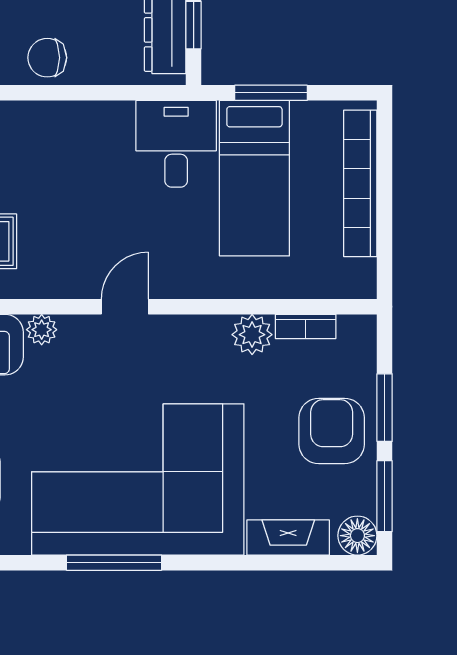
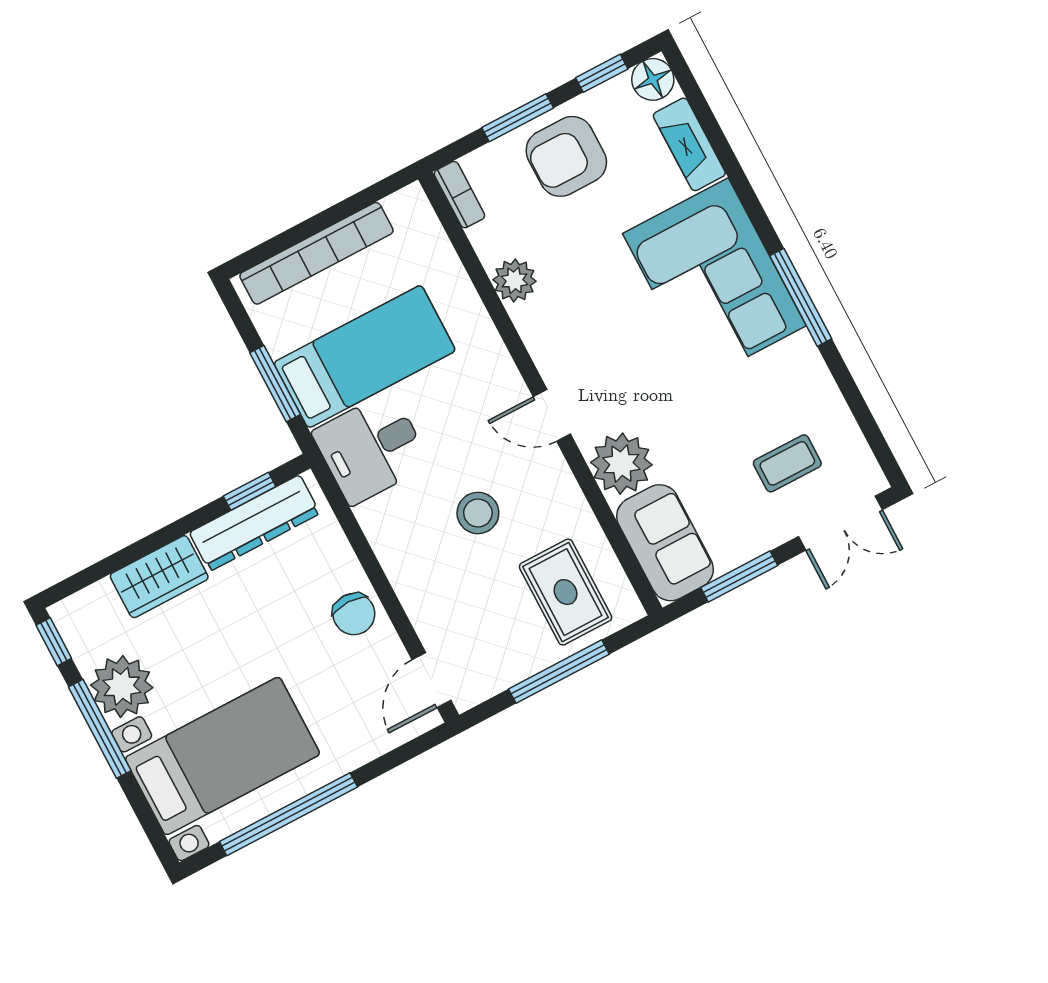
stool: (77, 204) -> (478, 513), added
bookcase: (306, 326) -> (459, 195), moved
plant: (42, 330) -> (621, 464), width x1.88, depth x1.88
corner sofa: (138, 479) -> (714, 280), width x0.73, depth x0.74
window: (385, 496) -> (602, 73), width x0.67

